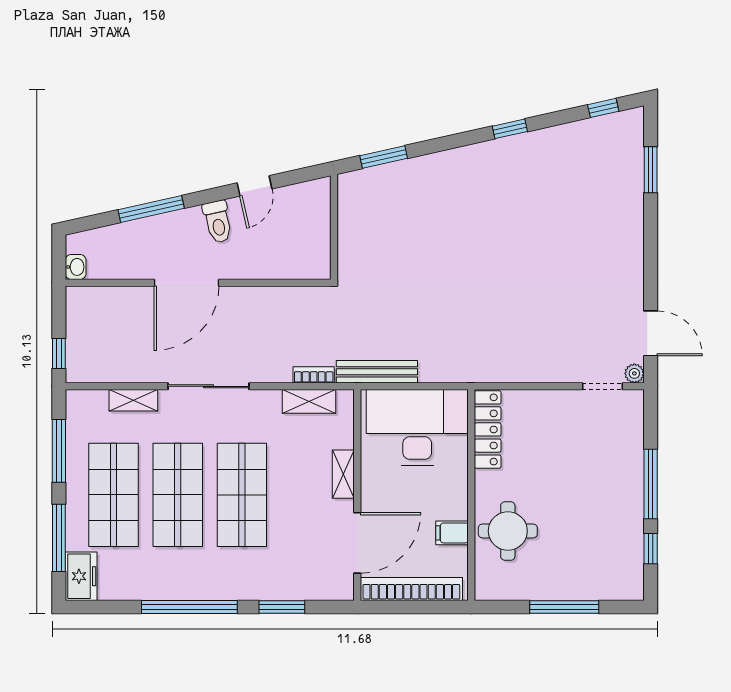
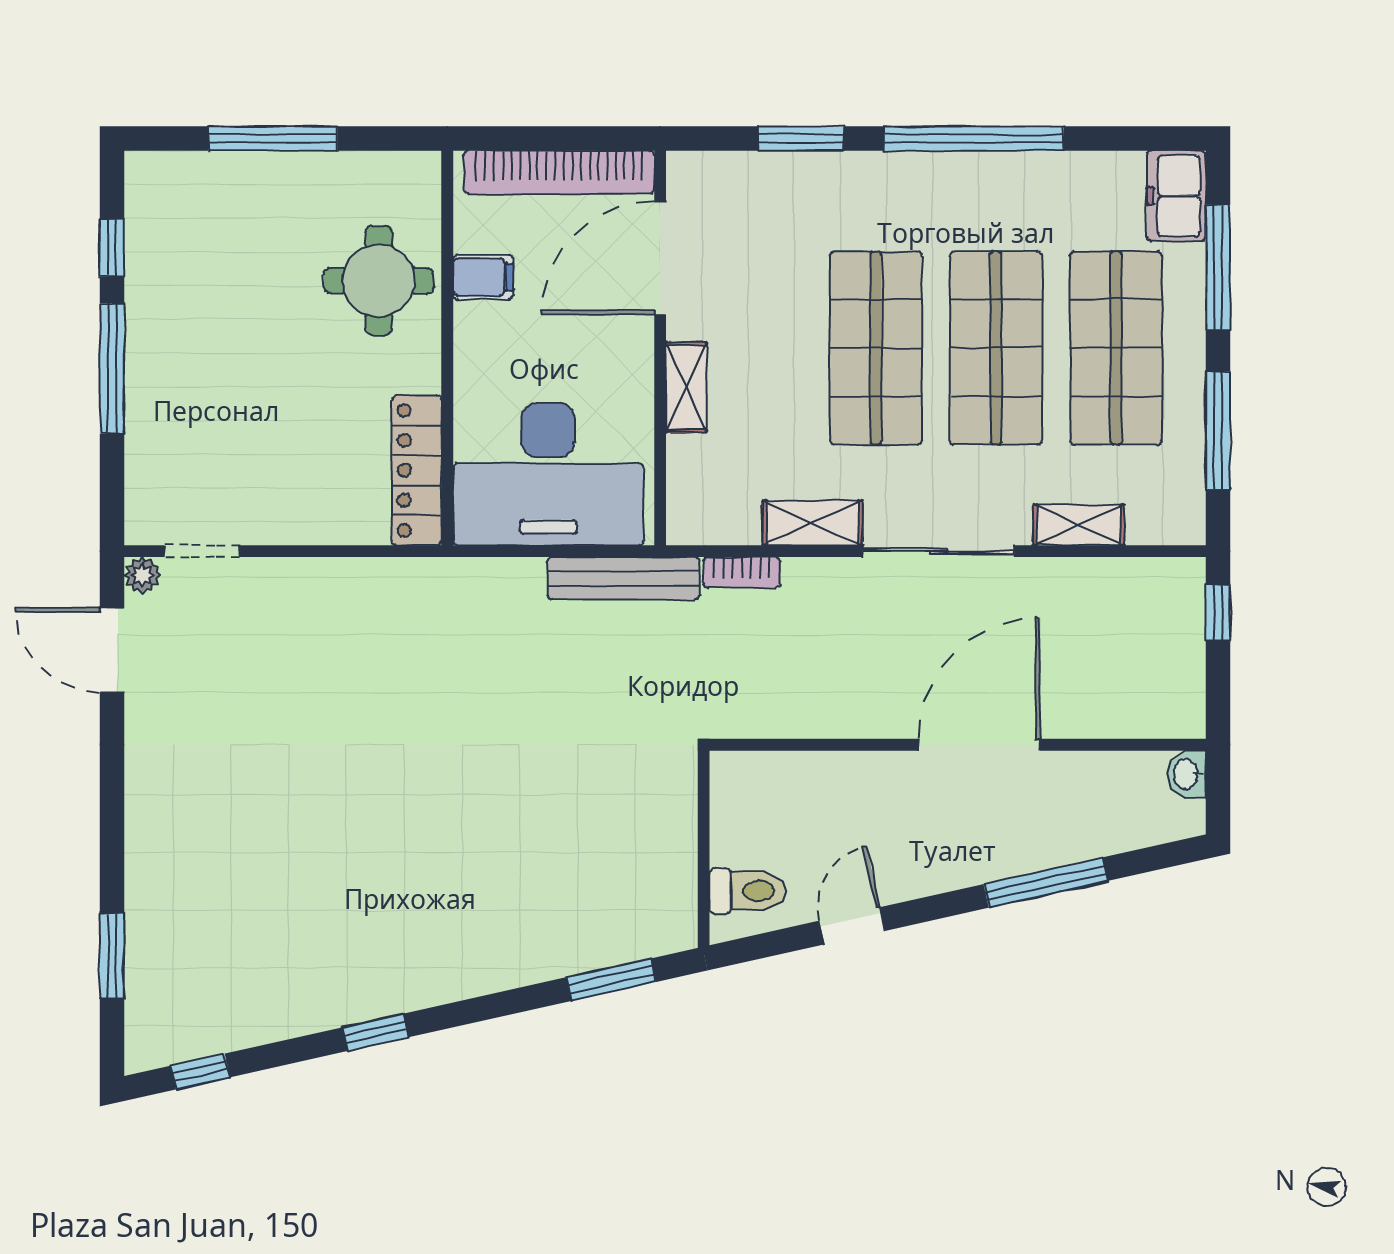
toilet: (218, 222) -> (748, 891), moved, turned 103
shelving: (309, 401) -> (812, 523), moved

